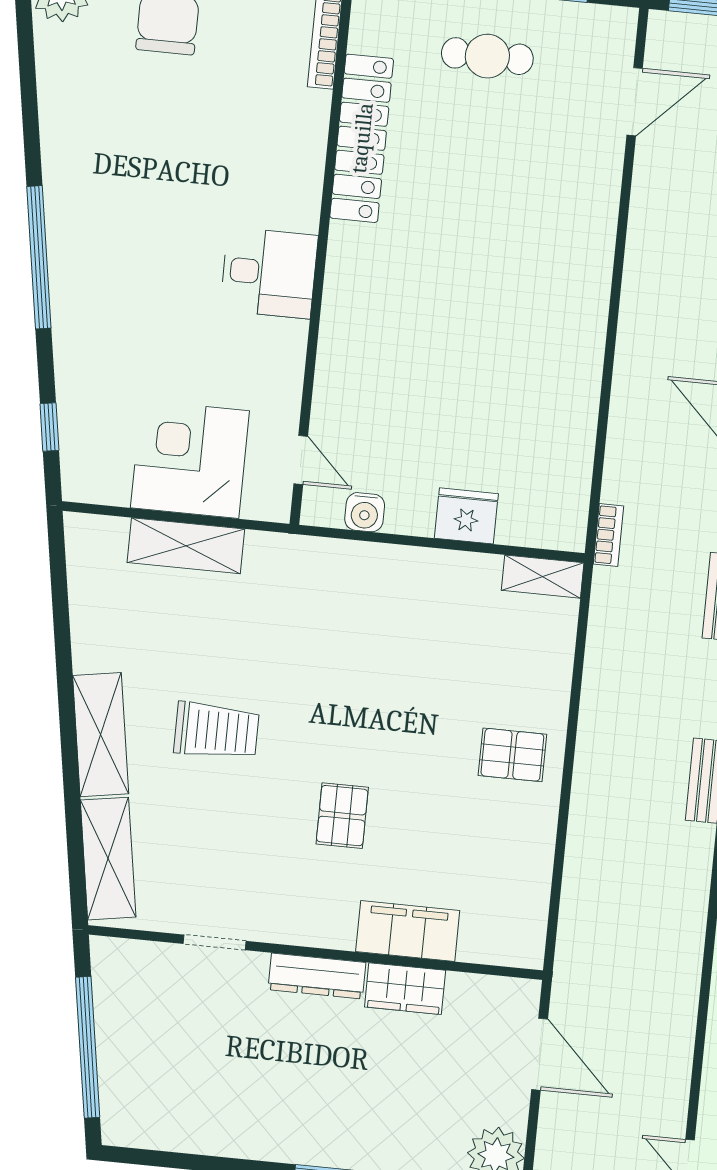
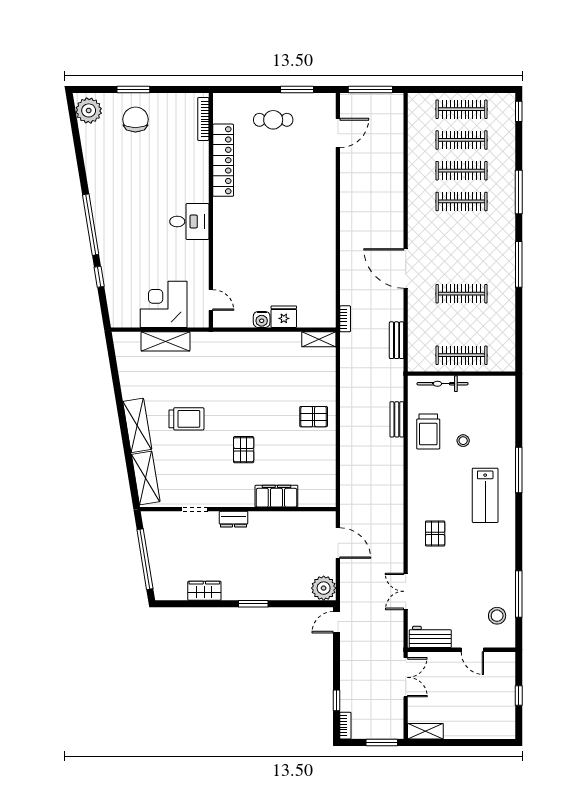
window: (49, 427) -> (99, 277), moved
water cooler: (365, 512) -> (262, 319), moved
dresser: (317, 976) -> (233, 519), width x0.70
wardrobe: (405, 989) -> (204, 591), moved, turned 180

